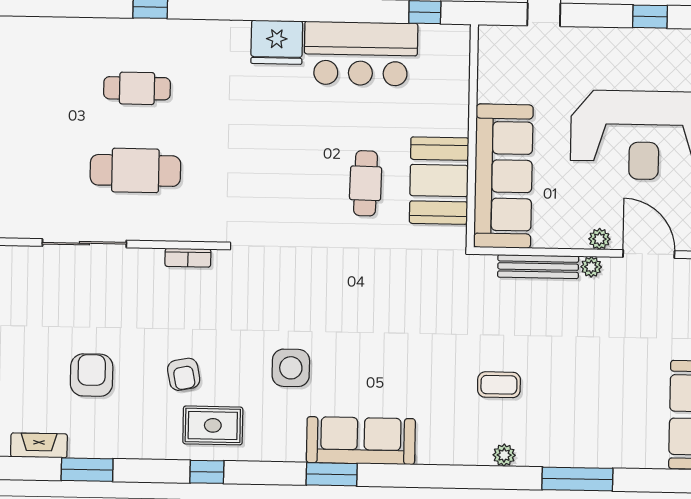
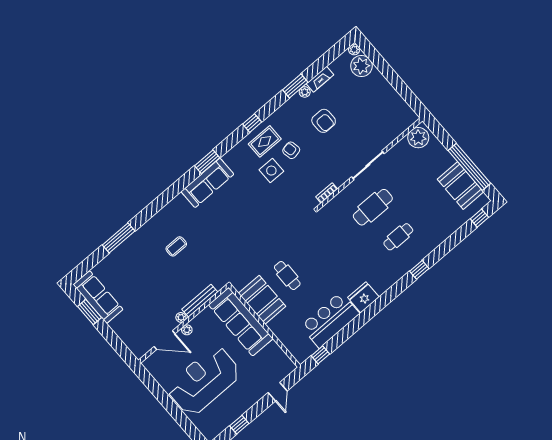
side table: (291, 368) -> (271, 171), moved
plant: (504, 455) -> (305, 92), moved

